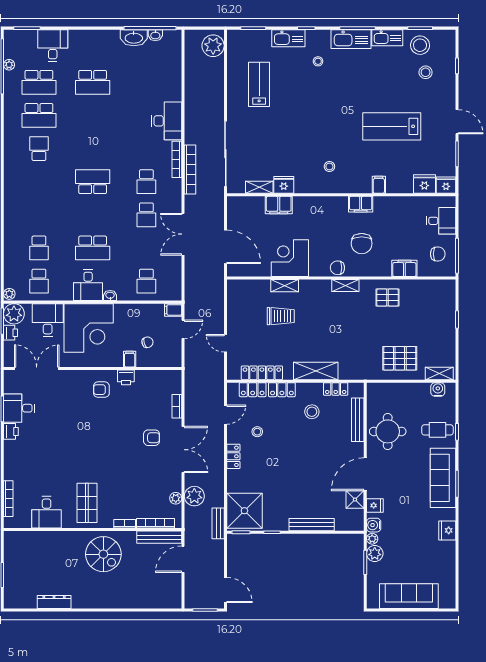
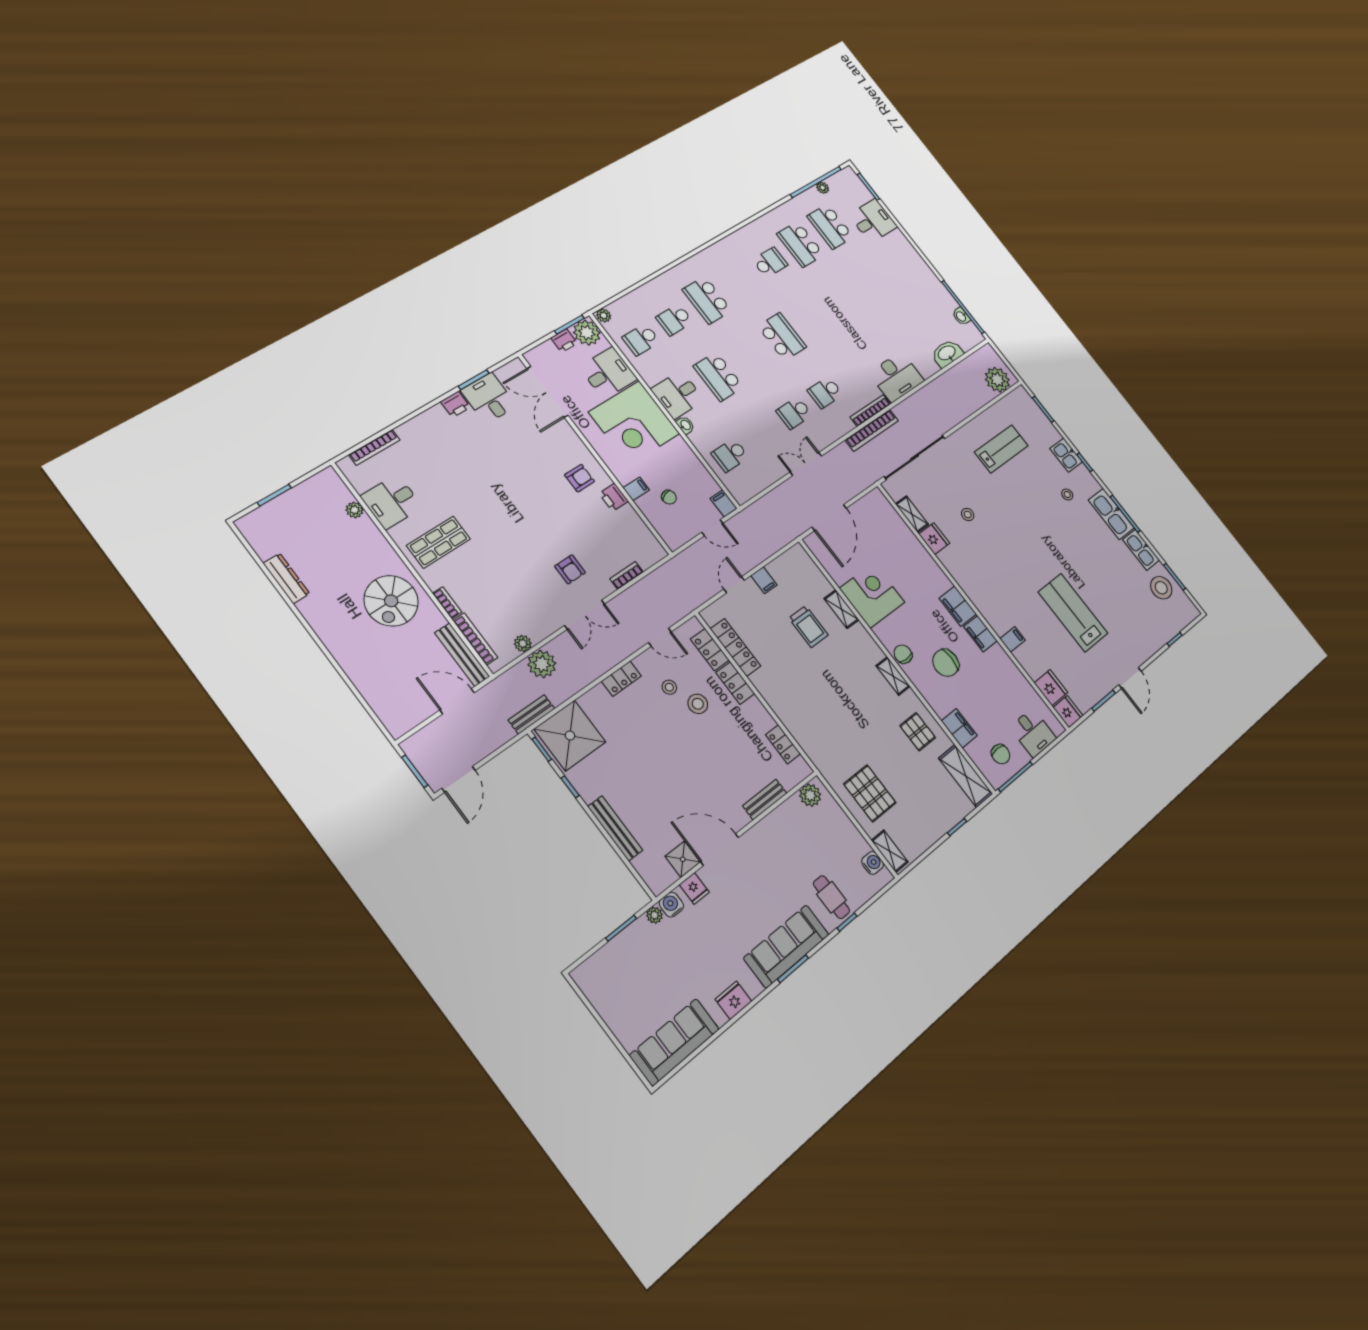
washbasin: (134, 38) -> (947, 353), moved, turned 90
kitchen sink: (288, 38) -> (1066, 455), width x0.73
stool: (426, 72) -> (1144, 611), removed
school desk: (93, 82) -> (707, 300), moved
stool: (329, 166) -> (968, 514), moved
filing cabinet: (279, 205) -> (958, 606), moved
double door: (183, 234) -> (806, 464), width x0.73
filing cabinet: (235, 322) -> (764, 580), added
double door: (37, 368) -> (547, 392), swing flipped
shelving: (316, 371) -> (966, 776), moved
armchair: (101, 390) -> (580, 478), turned 90
stool: (312, 412) -> (698, 704), moved
bench: (358, 420) -> (765, 799), width x0.73
round table: (388, 431) -> (785, 840), removed
double door: (183, 450) -> (584, 615), width x0.73
plant: (38, 537) -> (355, 510), added
plant: (375, 554) -> (810, 795), moved
sofa: (409, 596) -> (674, 1042), moved, turned -90

